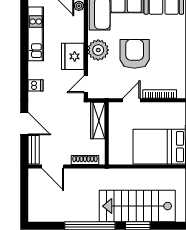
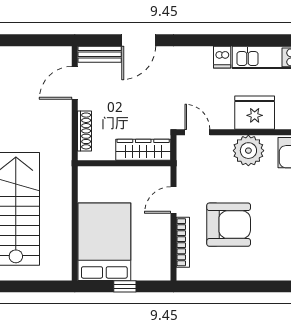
armchair: (135, 54) -> (229, 225), moved
fridge: (73, 56) -> (255, 113), moved
dishwasher: (35, 85) -> (222, 57), moved
door: (131, 100) -> (174, 200), swing flipped

